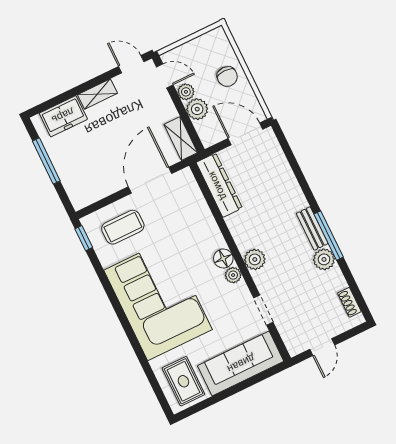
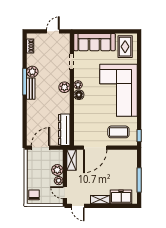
chair: (227, 77) -> (34, 195), moved
door: (245, 134) -> (40, 148), swing flipped

